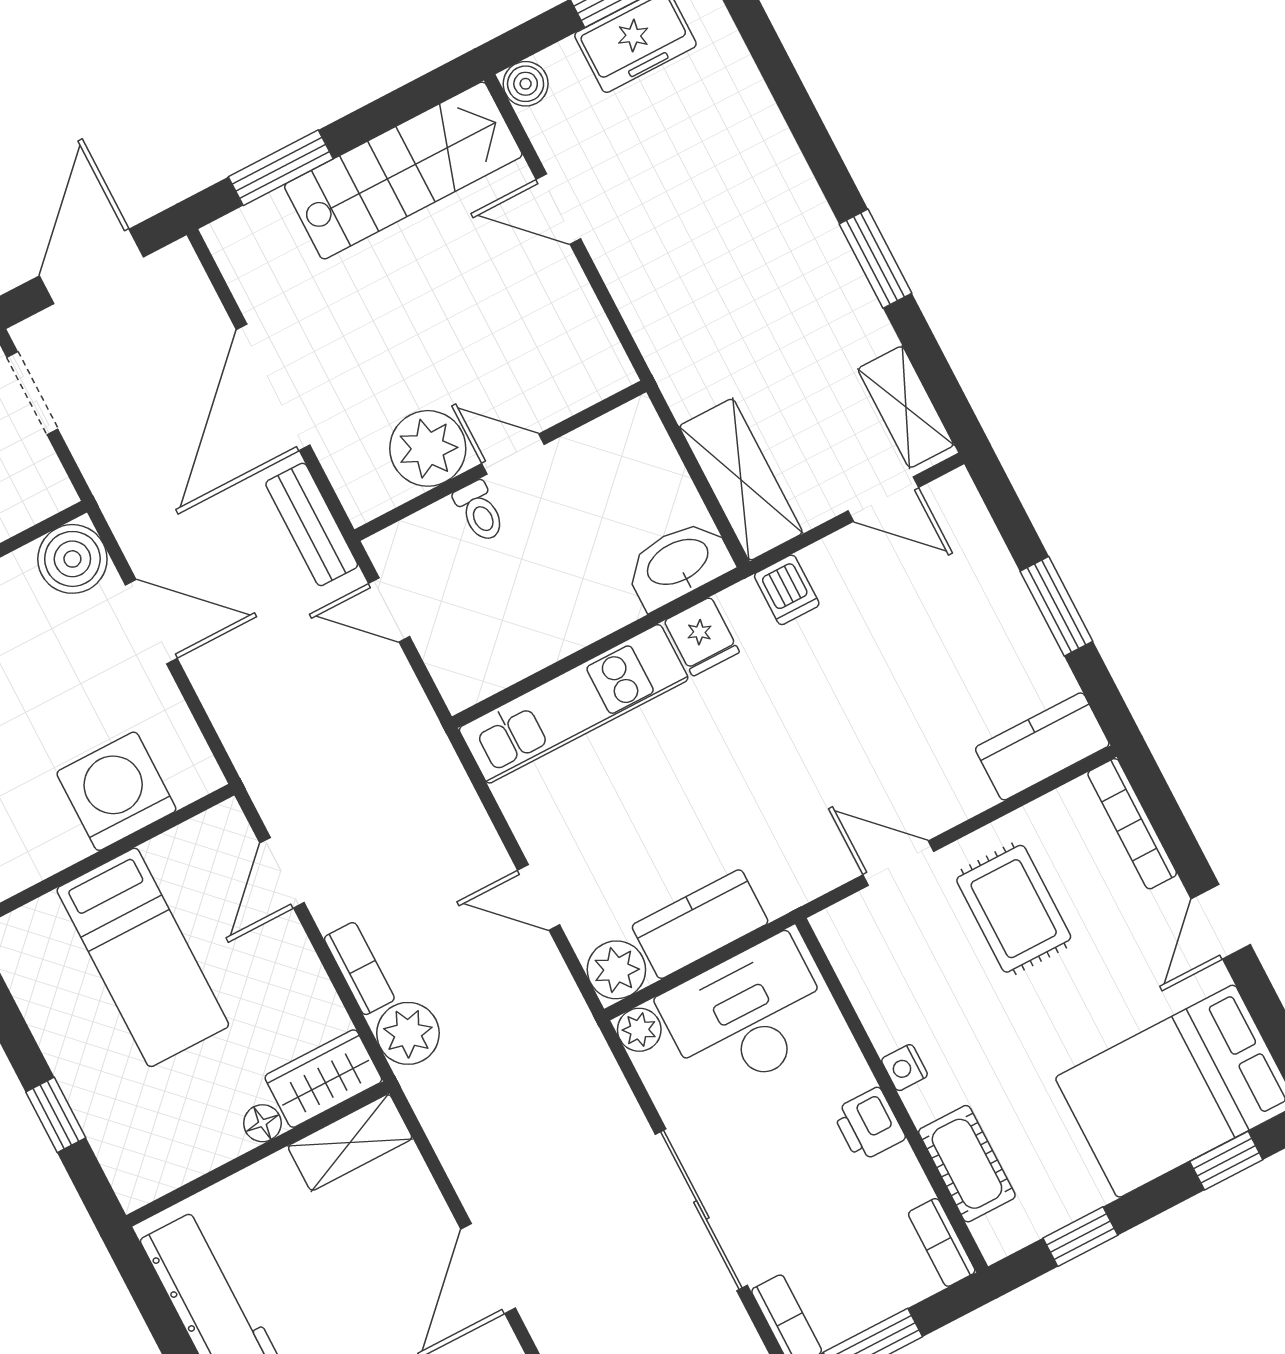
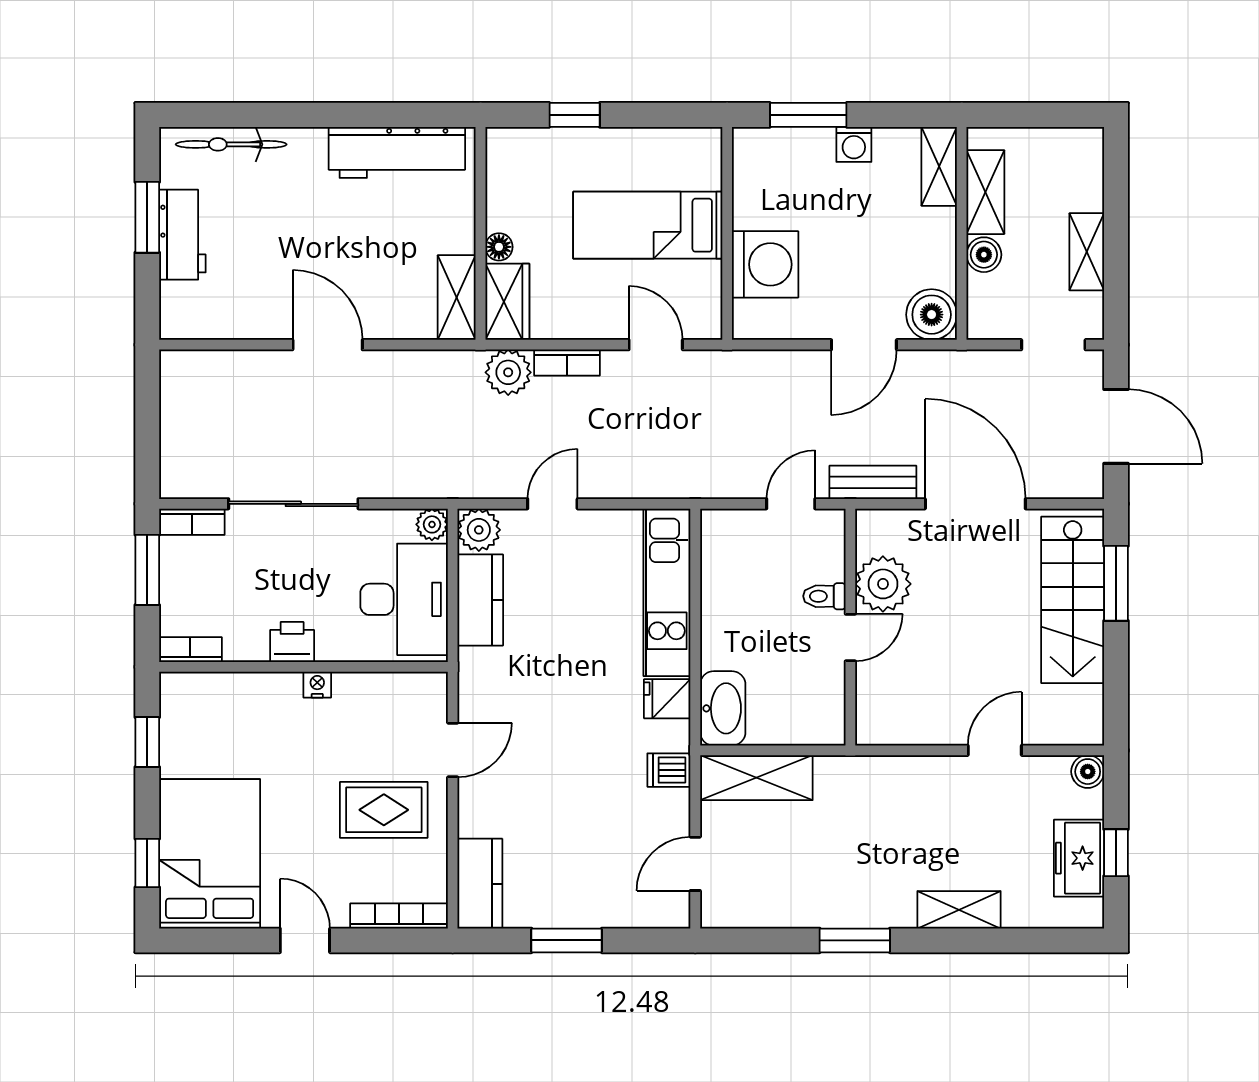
stairs: (403, 170) -> (1073, 600), moved
shelving: (906, 407) -> (959, 910), moved
cot: (967, 1164) -> (233, 693), removed

